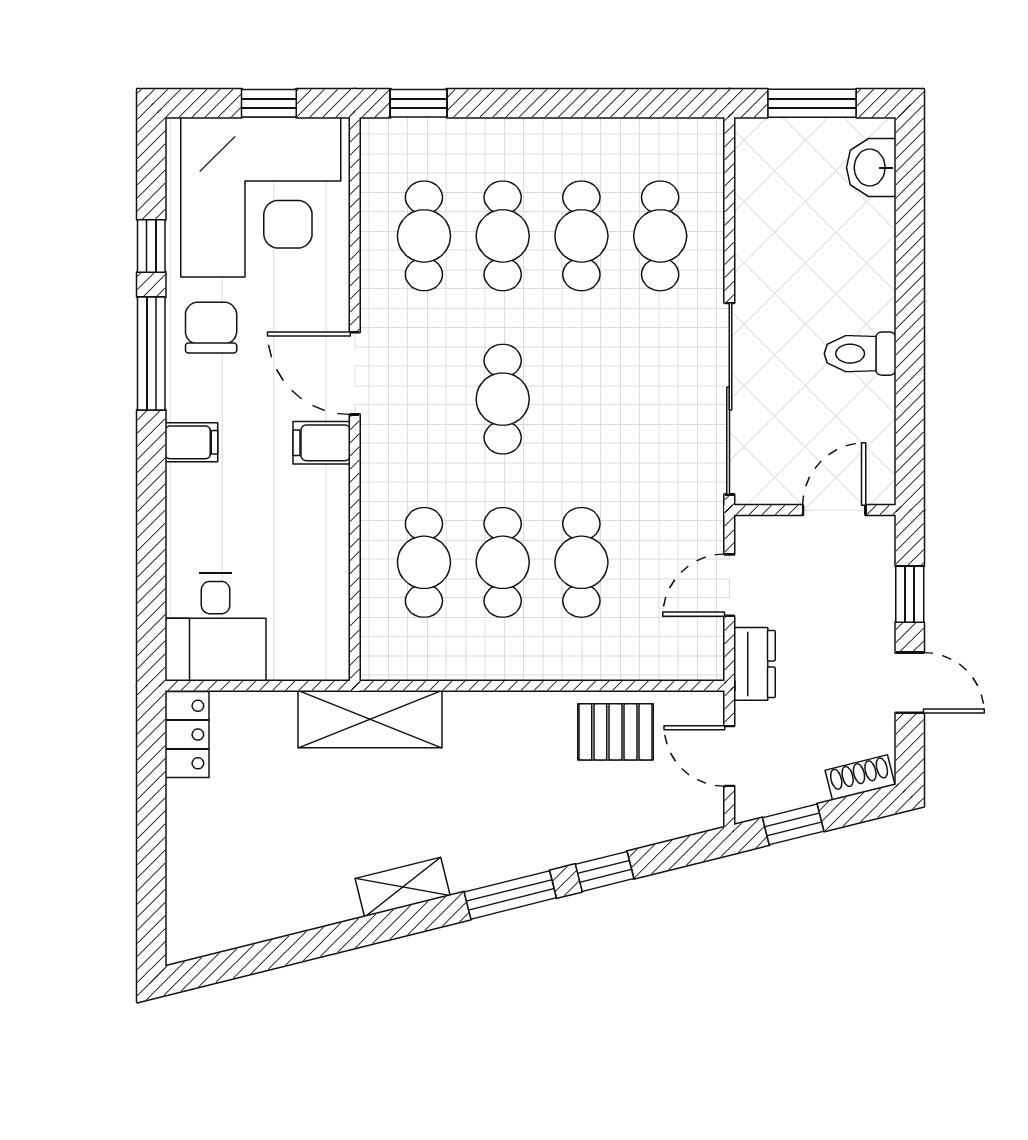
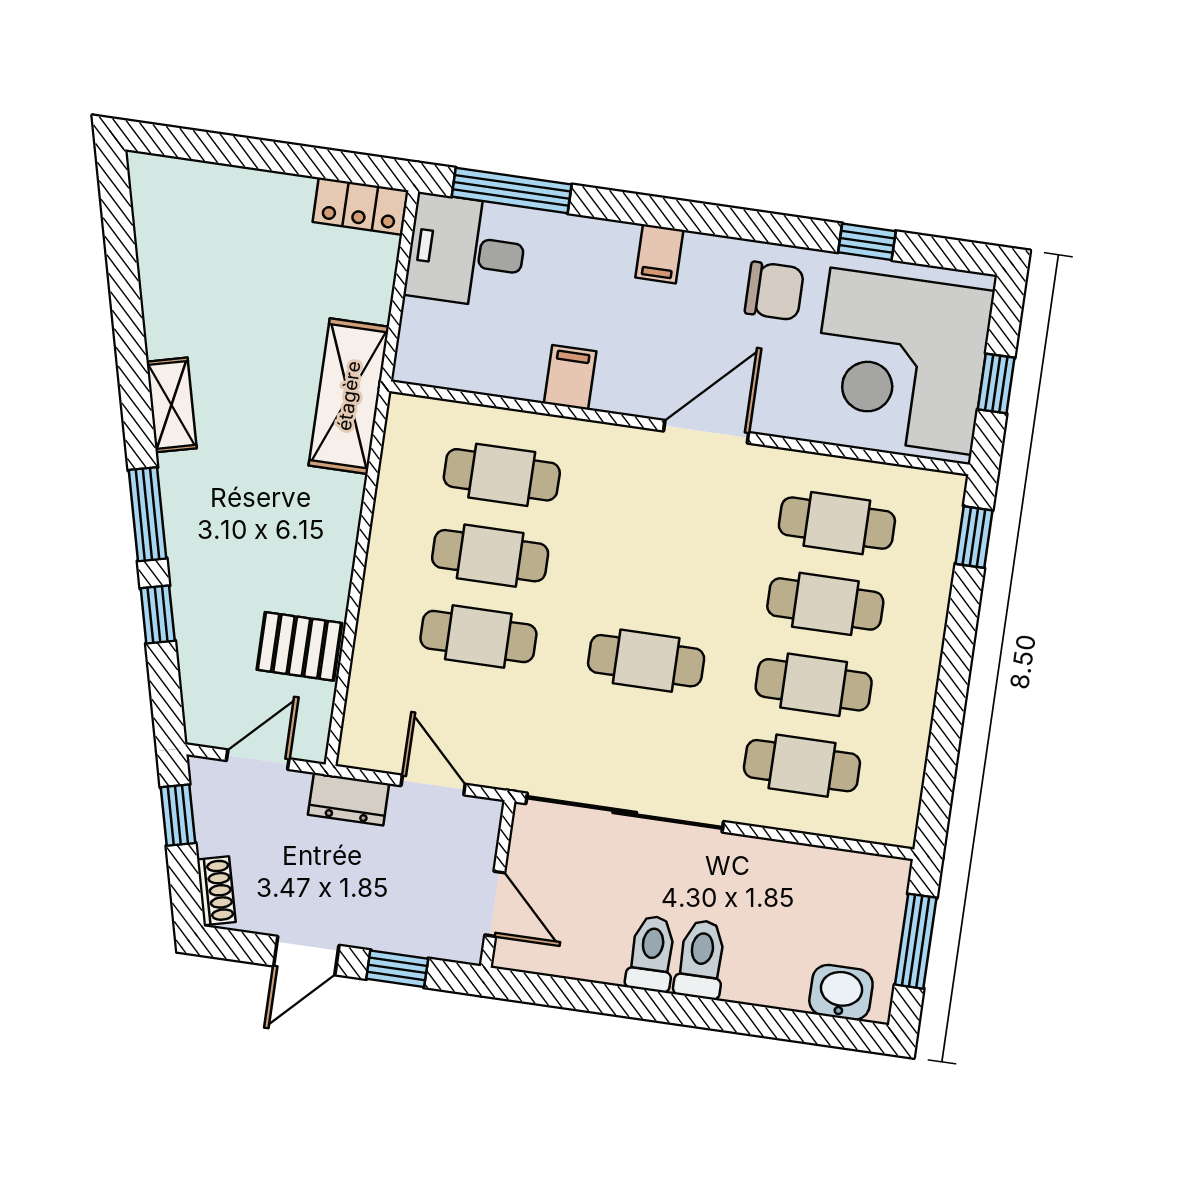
toilet: (859, 306) -> (701, 959), added
window: (151, 353) -> (512, 191), moved
cafe table: (503, 399) -> (646, 661), moved
filing cabinet: (322, 443) -> (570, 377), moved
pallet: (615, 732) -> (299, 646), turned 90

